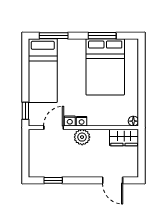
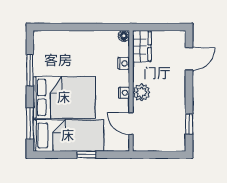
bed: (105, 67) -> (64, 97), moved
window: (25, 111) -> (86, 155), moved
nightstand: (70, 121) -> (124, 63), moved

